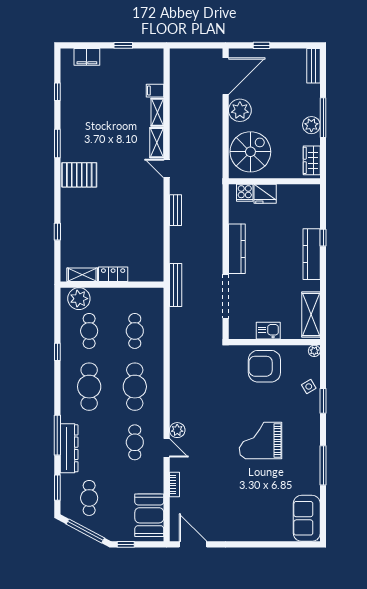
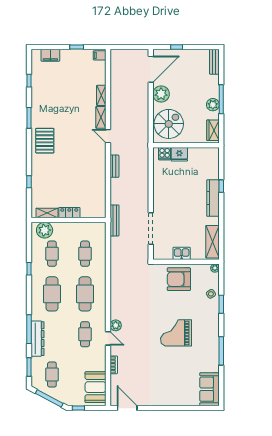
filing cabinet: (155, 91) -> (100, 55), moved
pallet: (79, 175) -> (45, 141), turned 90
kitchen counter: (237, 249) -> (159, 194), removed

